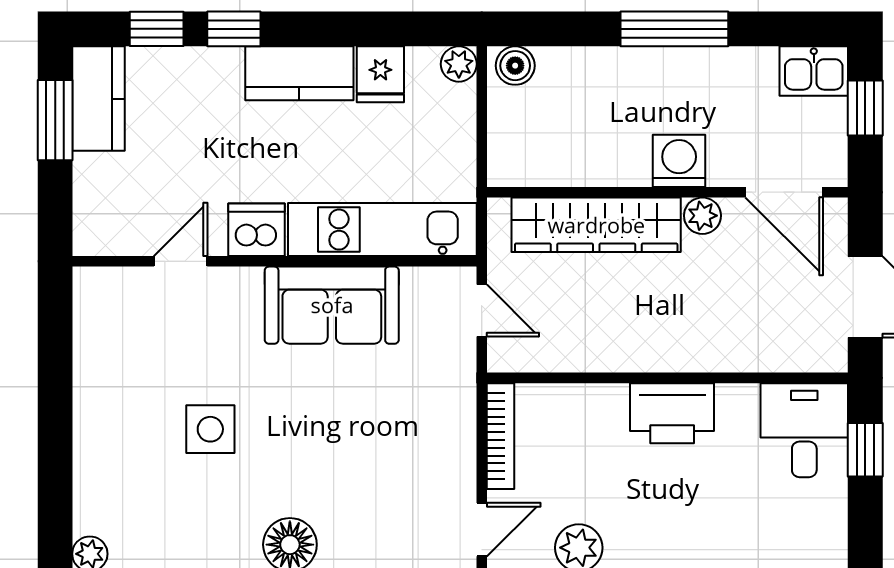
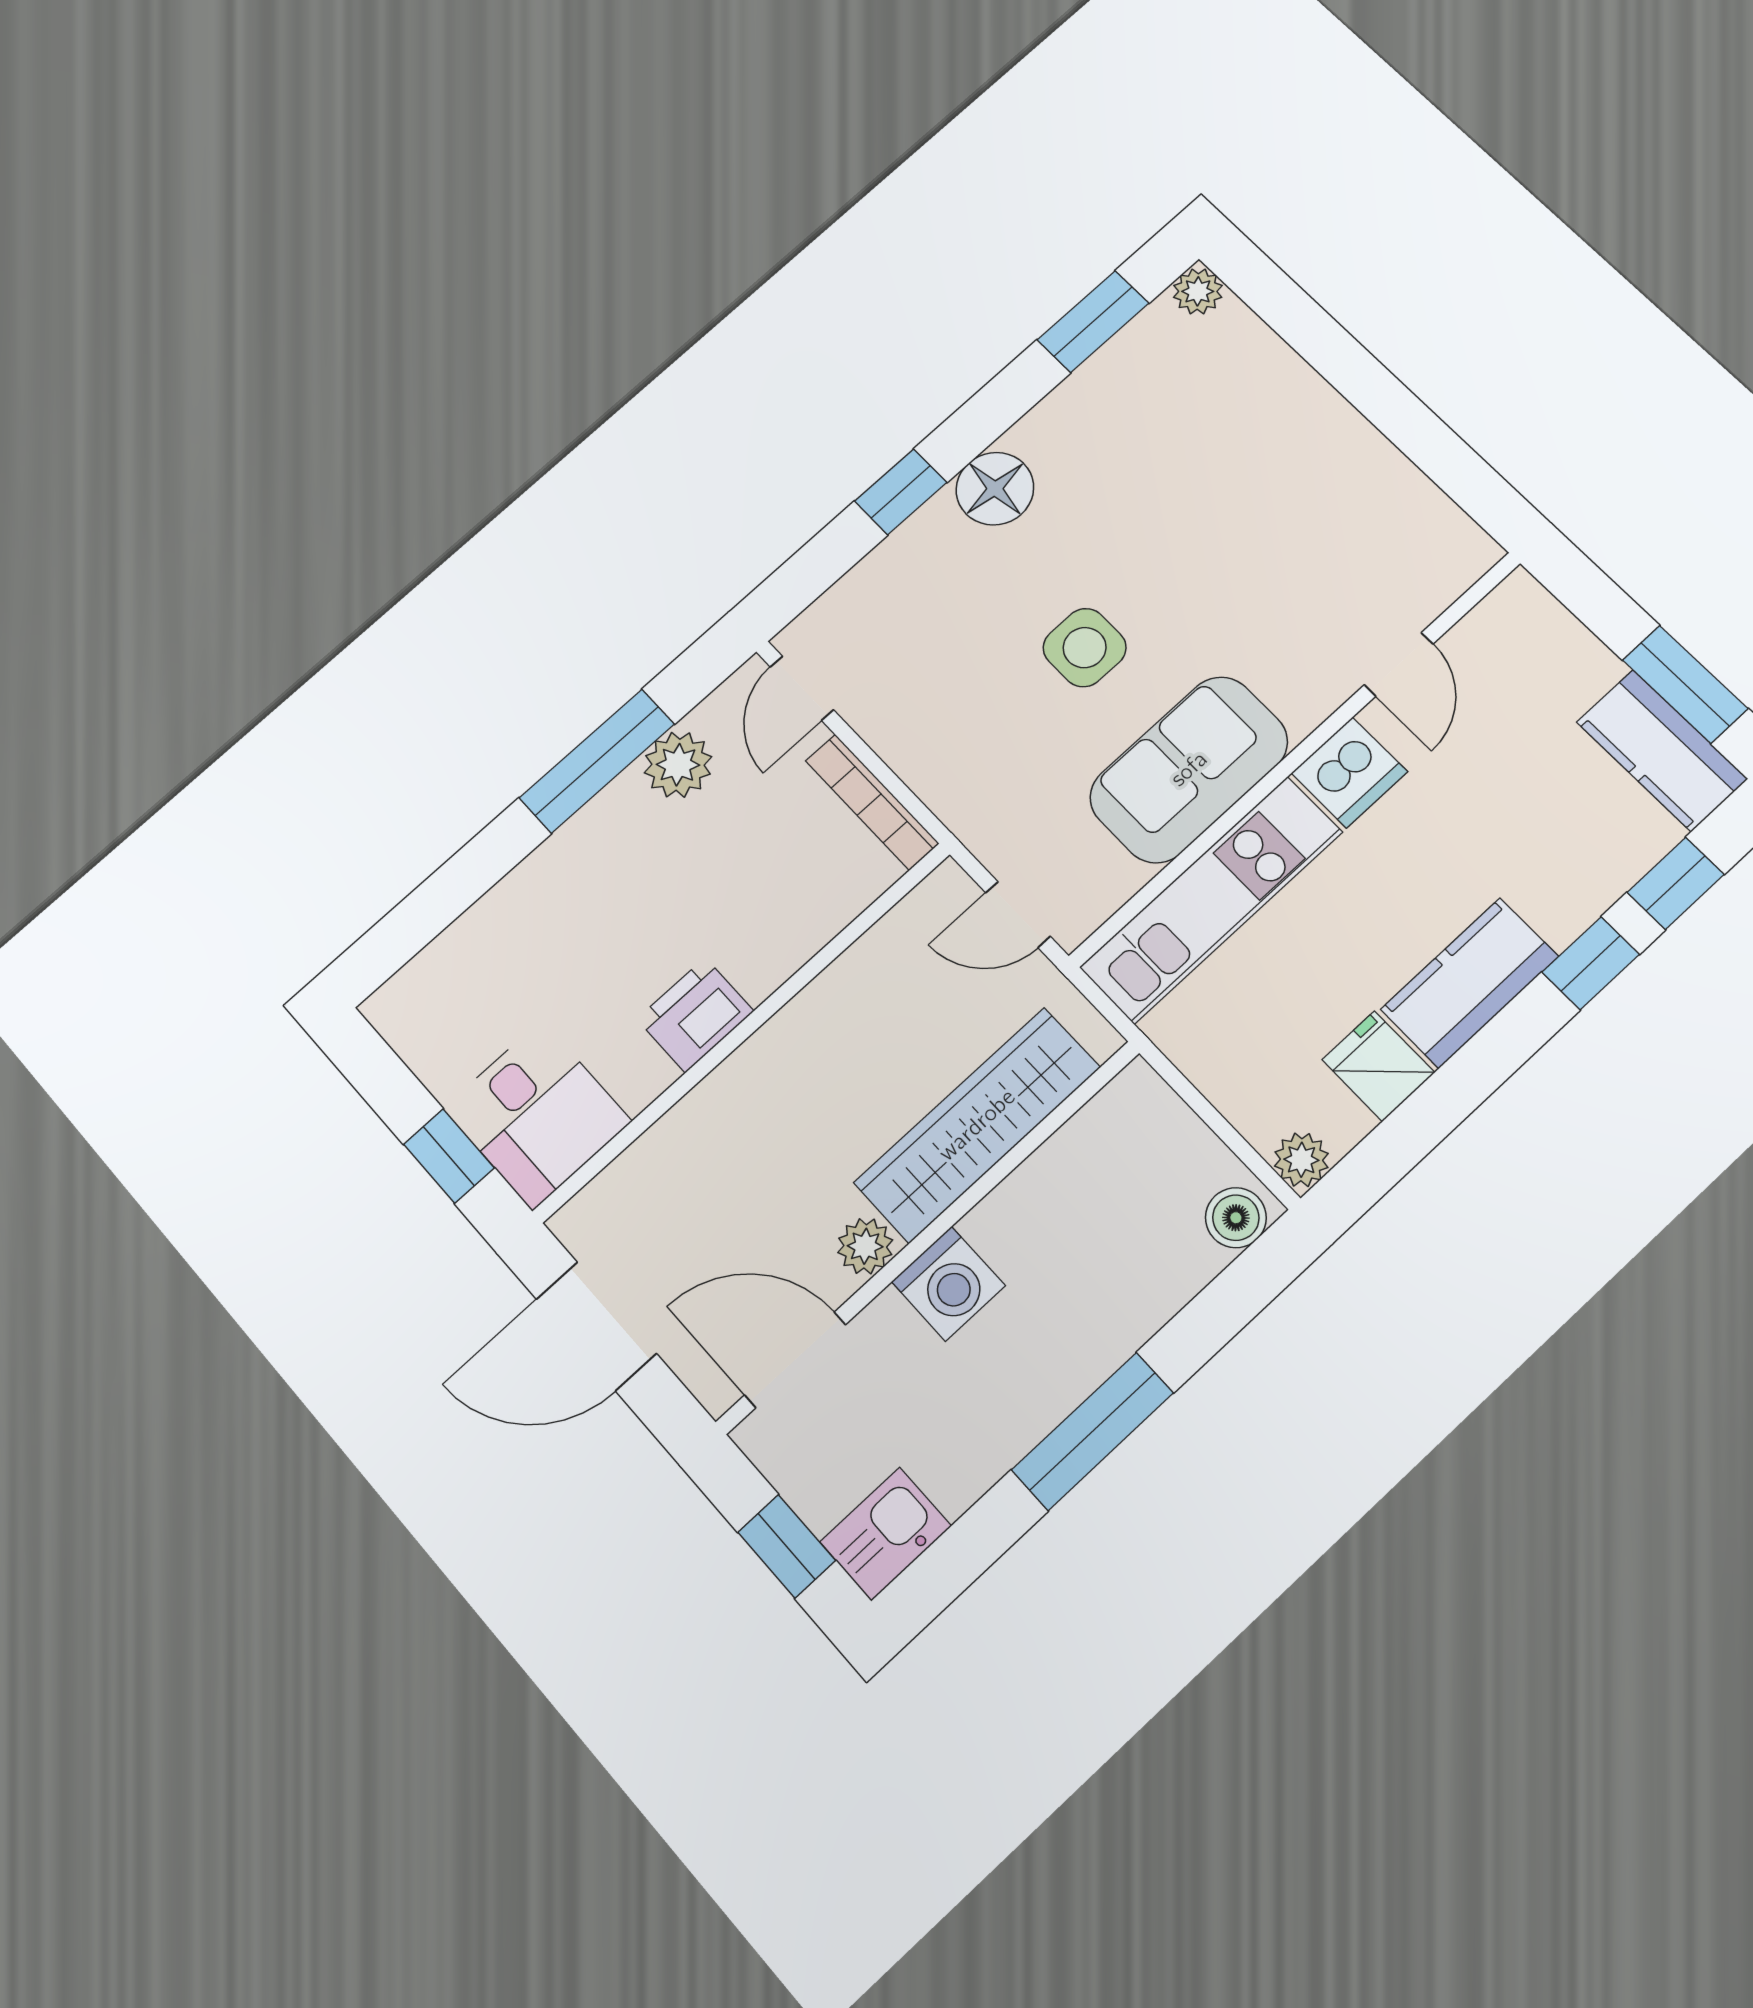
printer: (672, 413) -> (695, 1015), width x0.73, depth x0.84
side table: (210, 429) -> (1085, 648), moved

